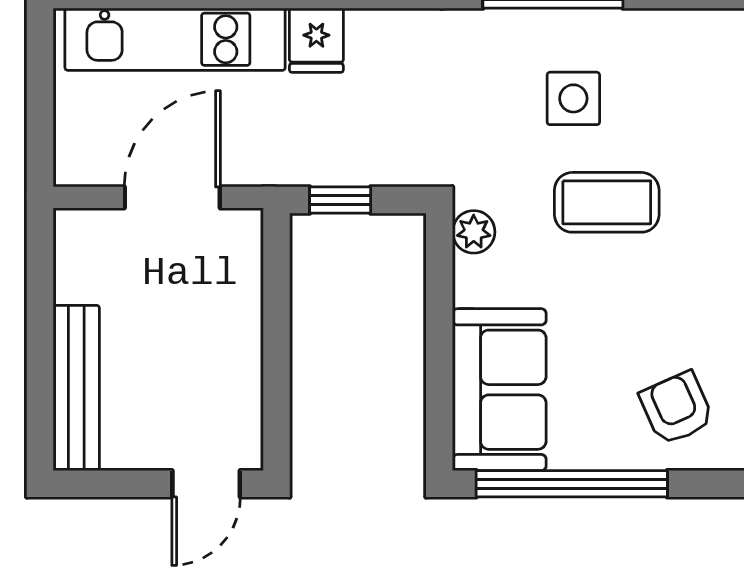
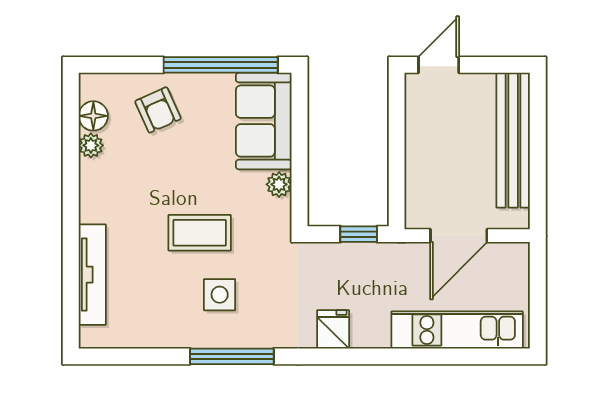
fridge: (316, 40) -> (333, 329), moved
plant: (474, 232) -> (279, 184), moved
bench: (76, 388) -> (513, 140), width x1.37, depth x1.21

